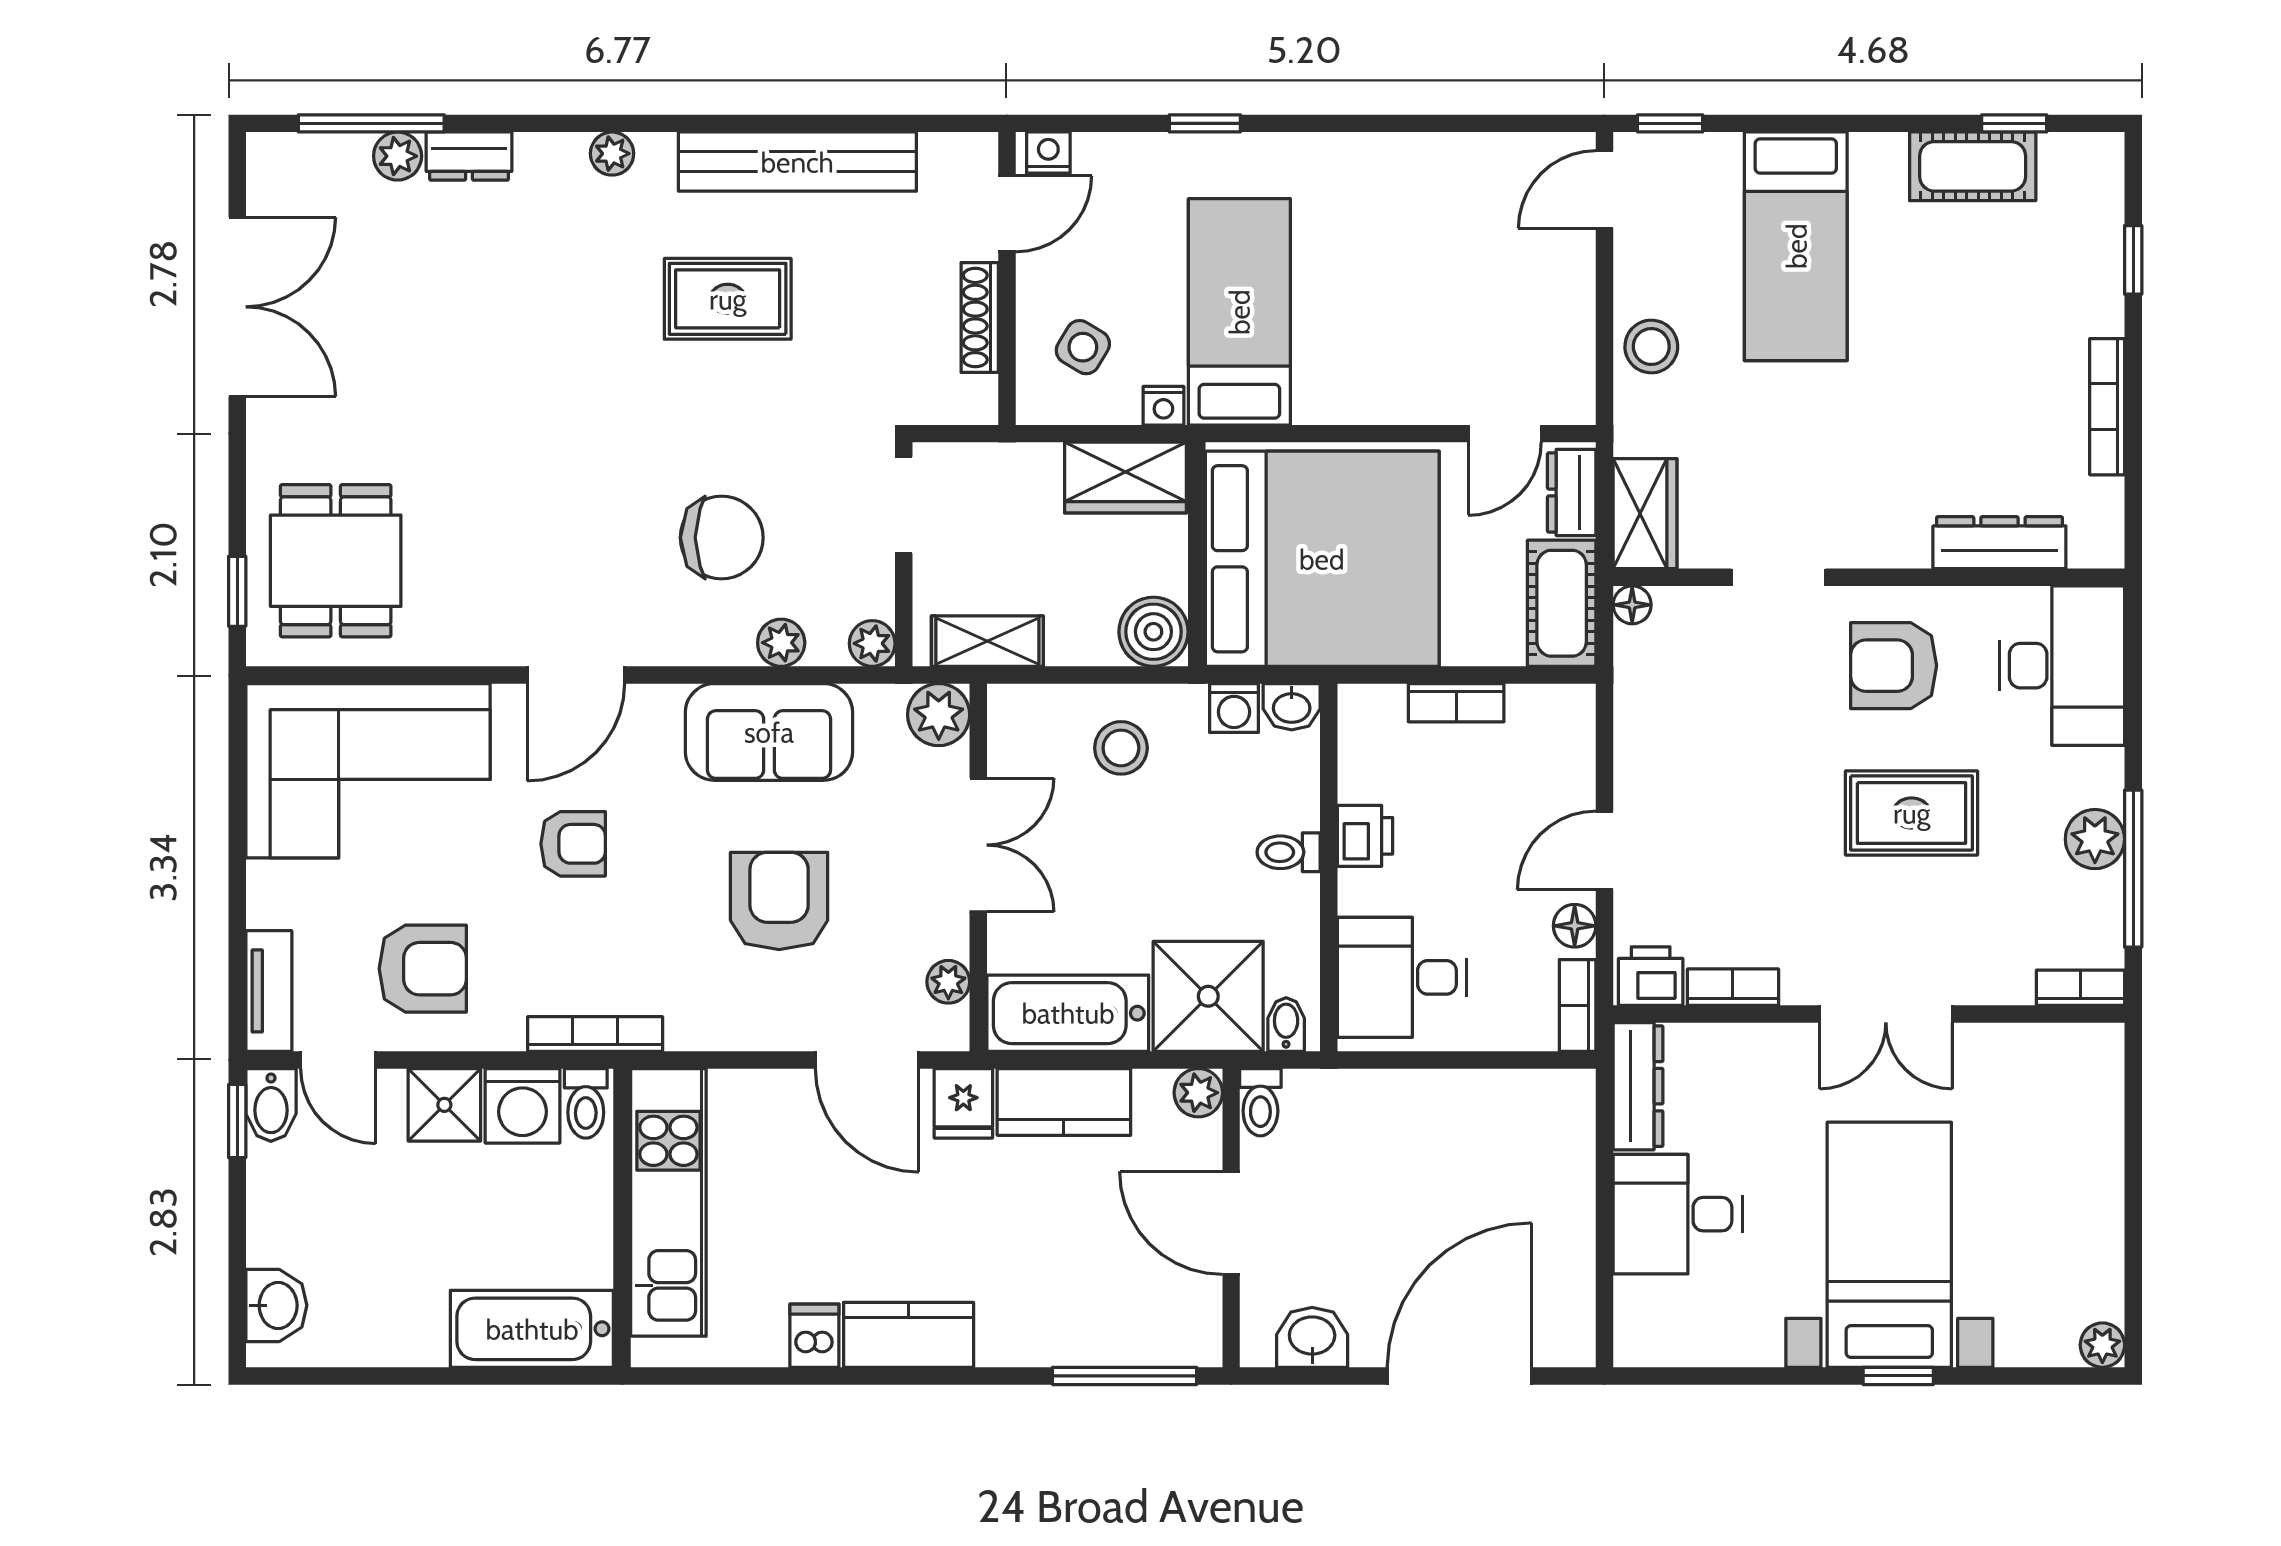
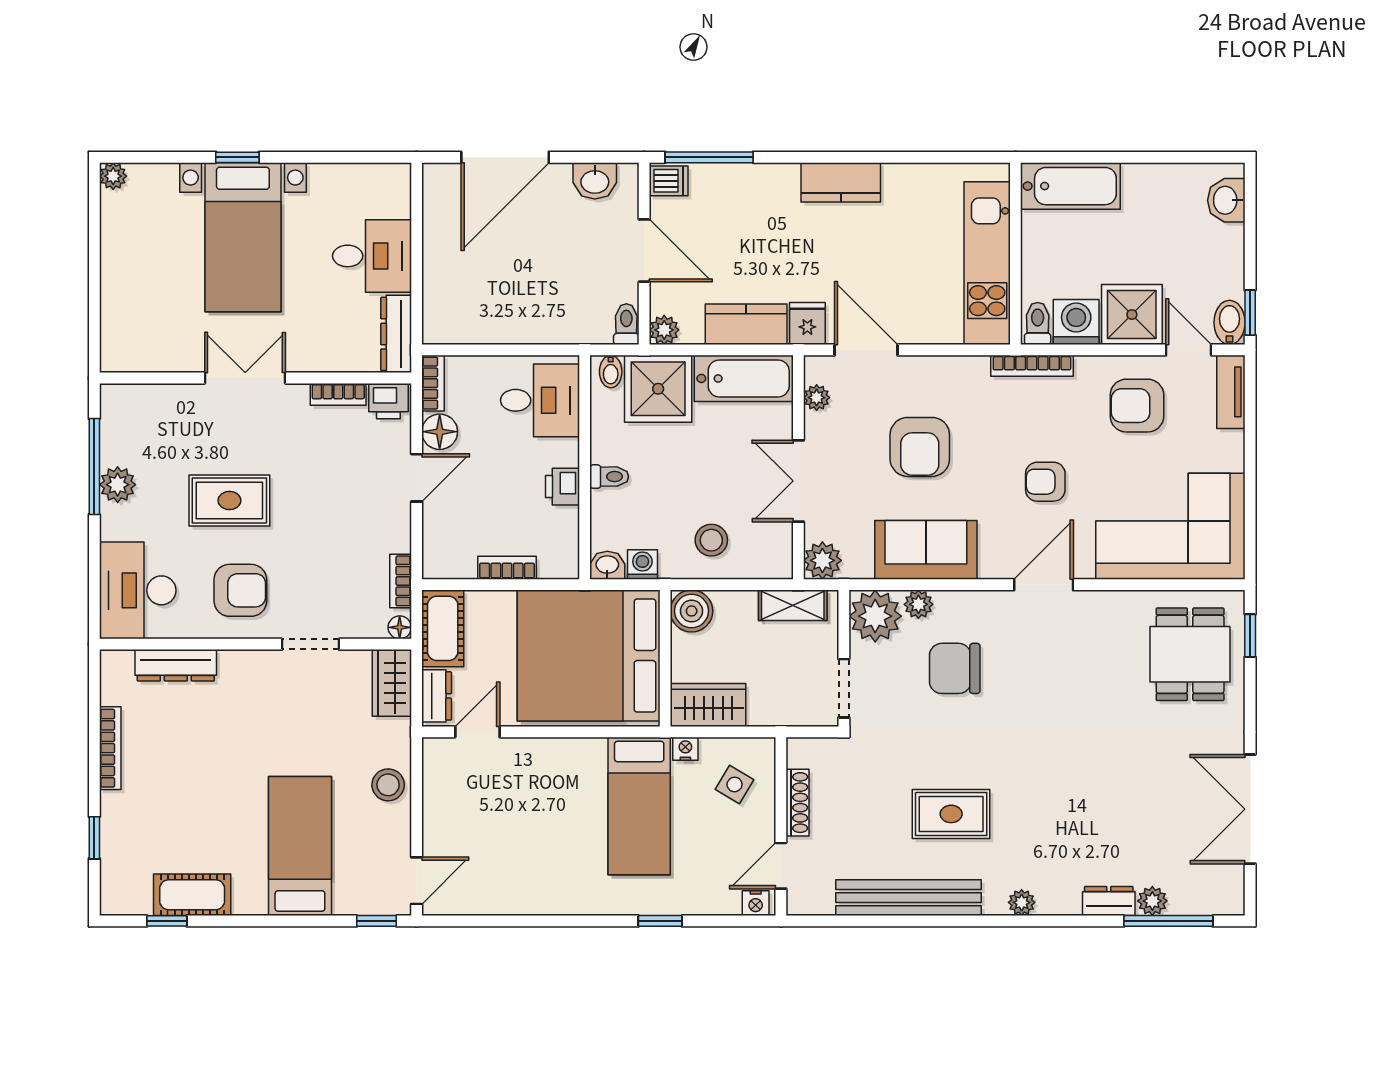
plant: (872, 643) -> (875, 616), width x1.88, depth x1.88
floor lamp: (1575, 926) -> (440, 432), width x1.37, depth x1.37
bookcase: (2080, 988) -> (401, 581), moved, turned 90
shower: (444, 1105) -> (1132, 315), width x1.36, depth x1.36
dishwasher: (814, 1336) -> (669, 181), moved, turned -90

